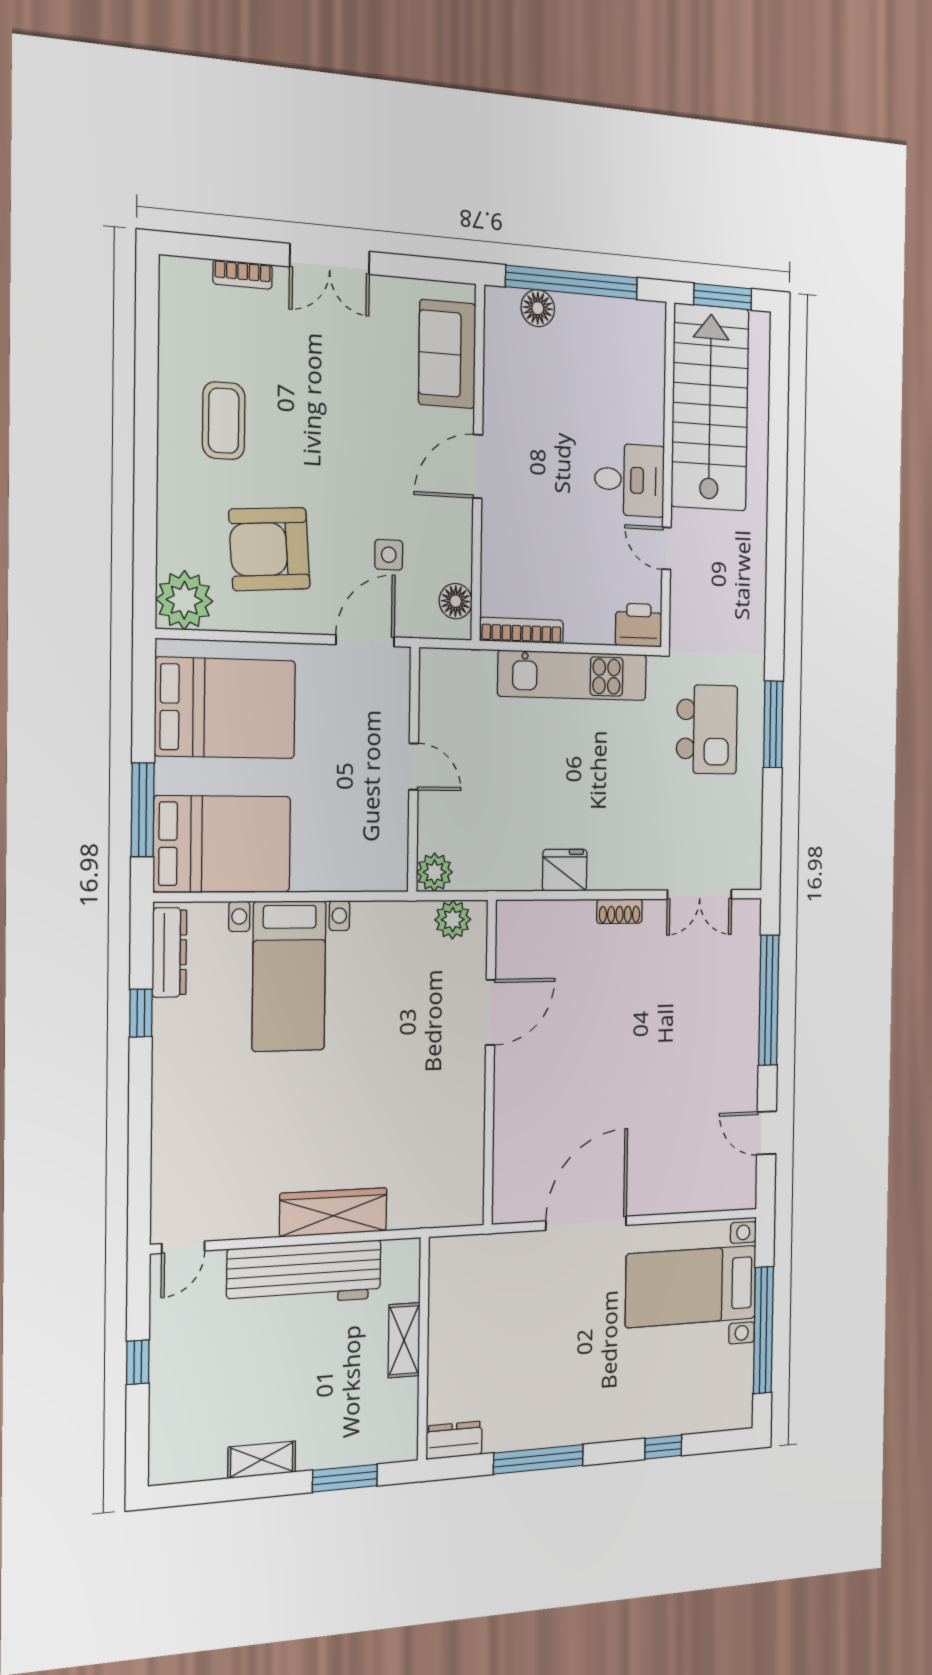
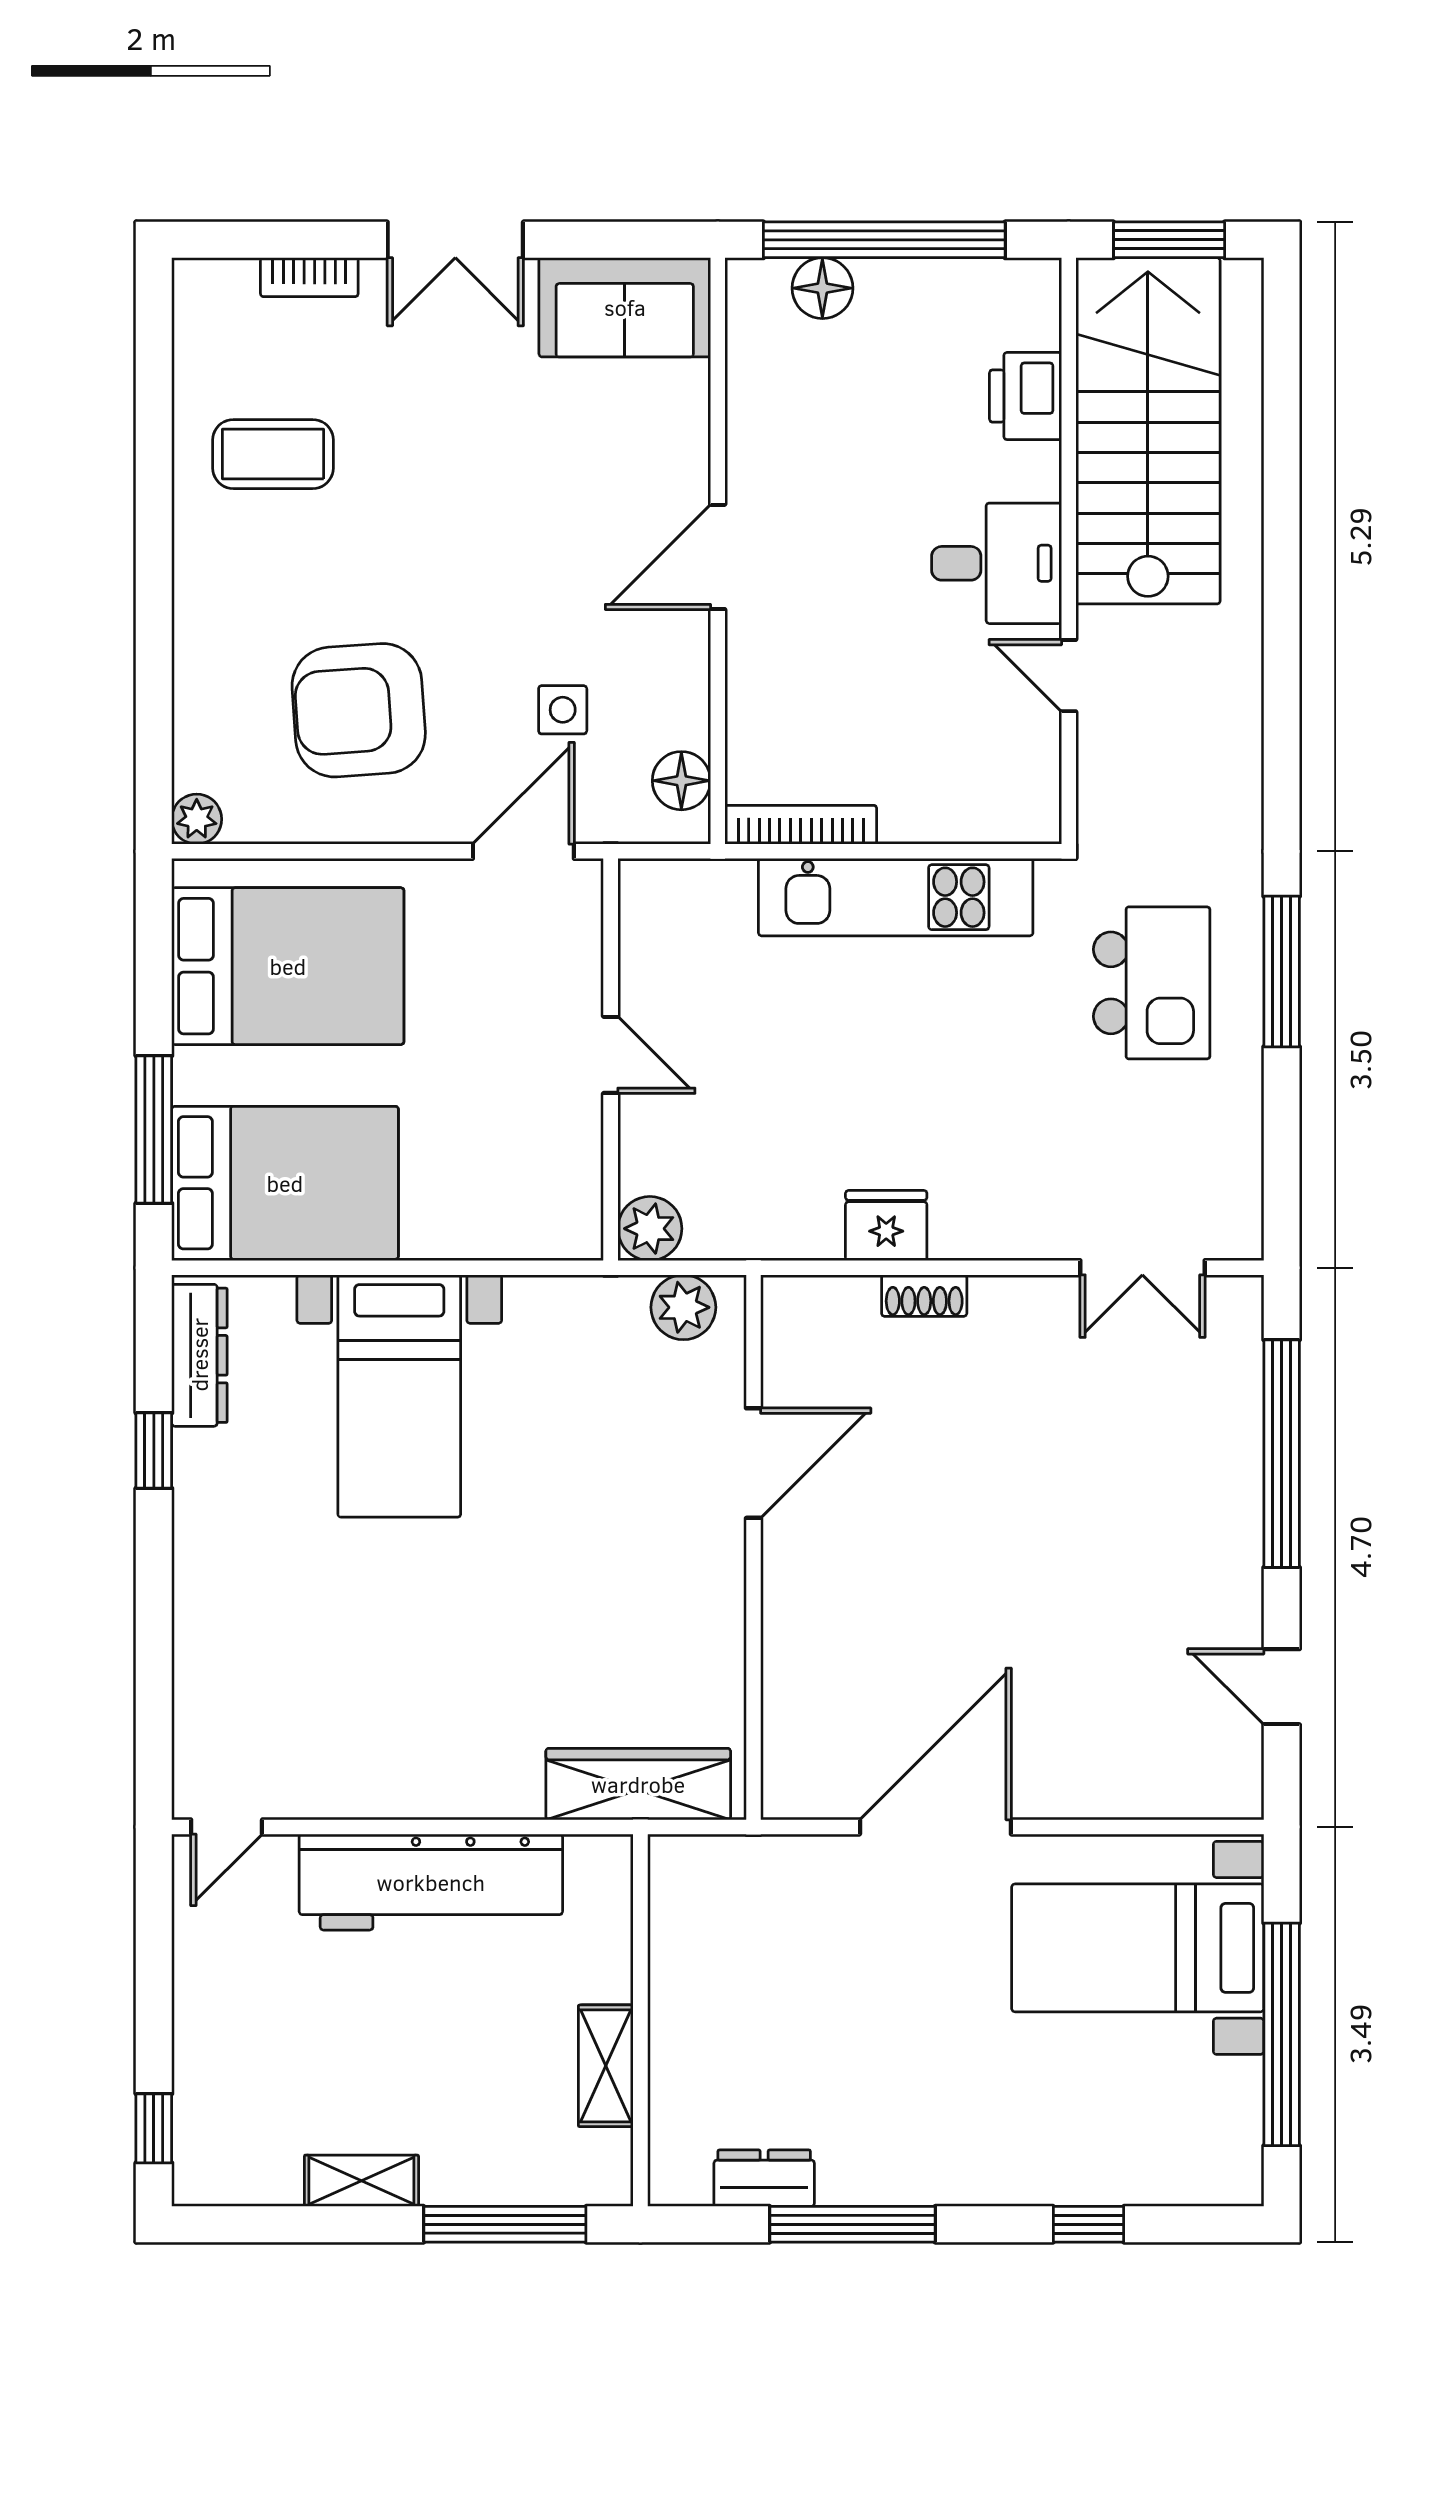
sofa: (447, 354) -> (625, 307), moved, turned -90
coffee table: (224, 421) -> (273, 454), moved, turned 90
plant: (184, 600) -> (197, 819), width x0.53, depth x0.53
printer: (639, 625) -> (1025, 396), moved, turned -90
shoe rack: (620, 911) -> (924, 1296), moved
wardrobe: (333, 1212) -> (638, 1784), moved
shelving: (404, 1340) -> (606, 2066), moved
window: (138, 1362) -> (154, 2128), moved
dresser: (454, 1440) -> (764, 2178), moved
window: (345, 1478) -> (505, 2224), width x1.44

